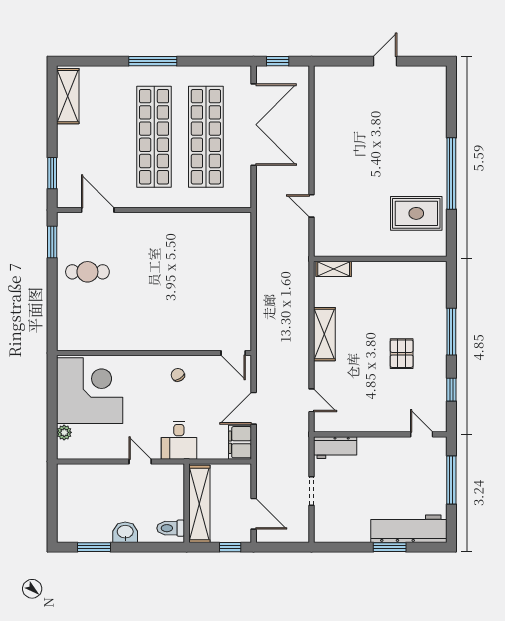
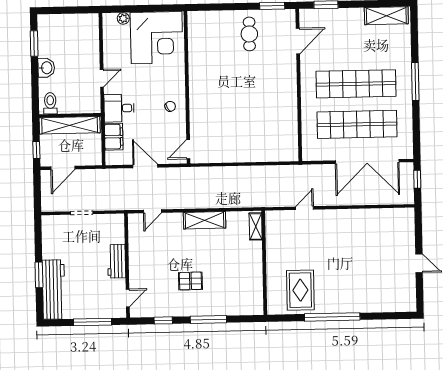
filing cabinet: (240, 442) -> (114, 137), moved, turned 90
workbench: (335, 448) -> (117, 261), moved

